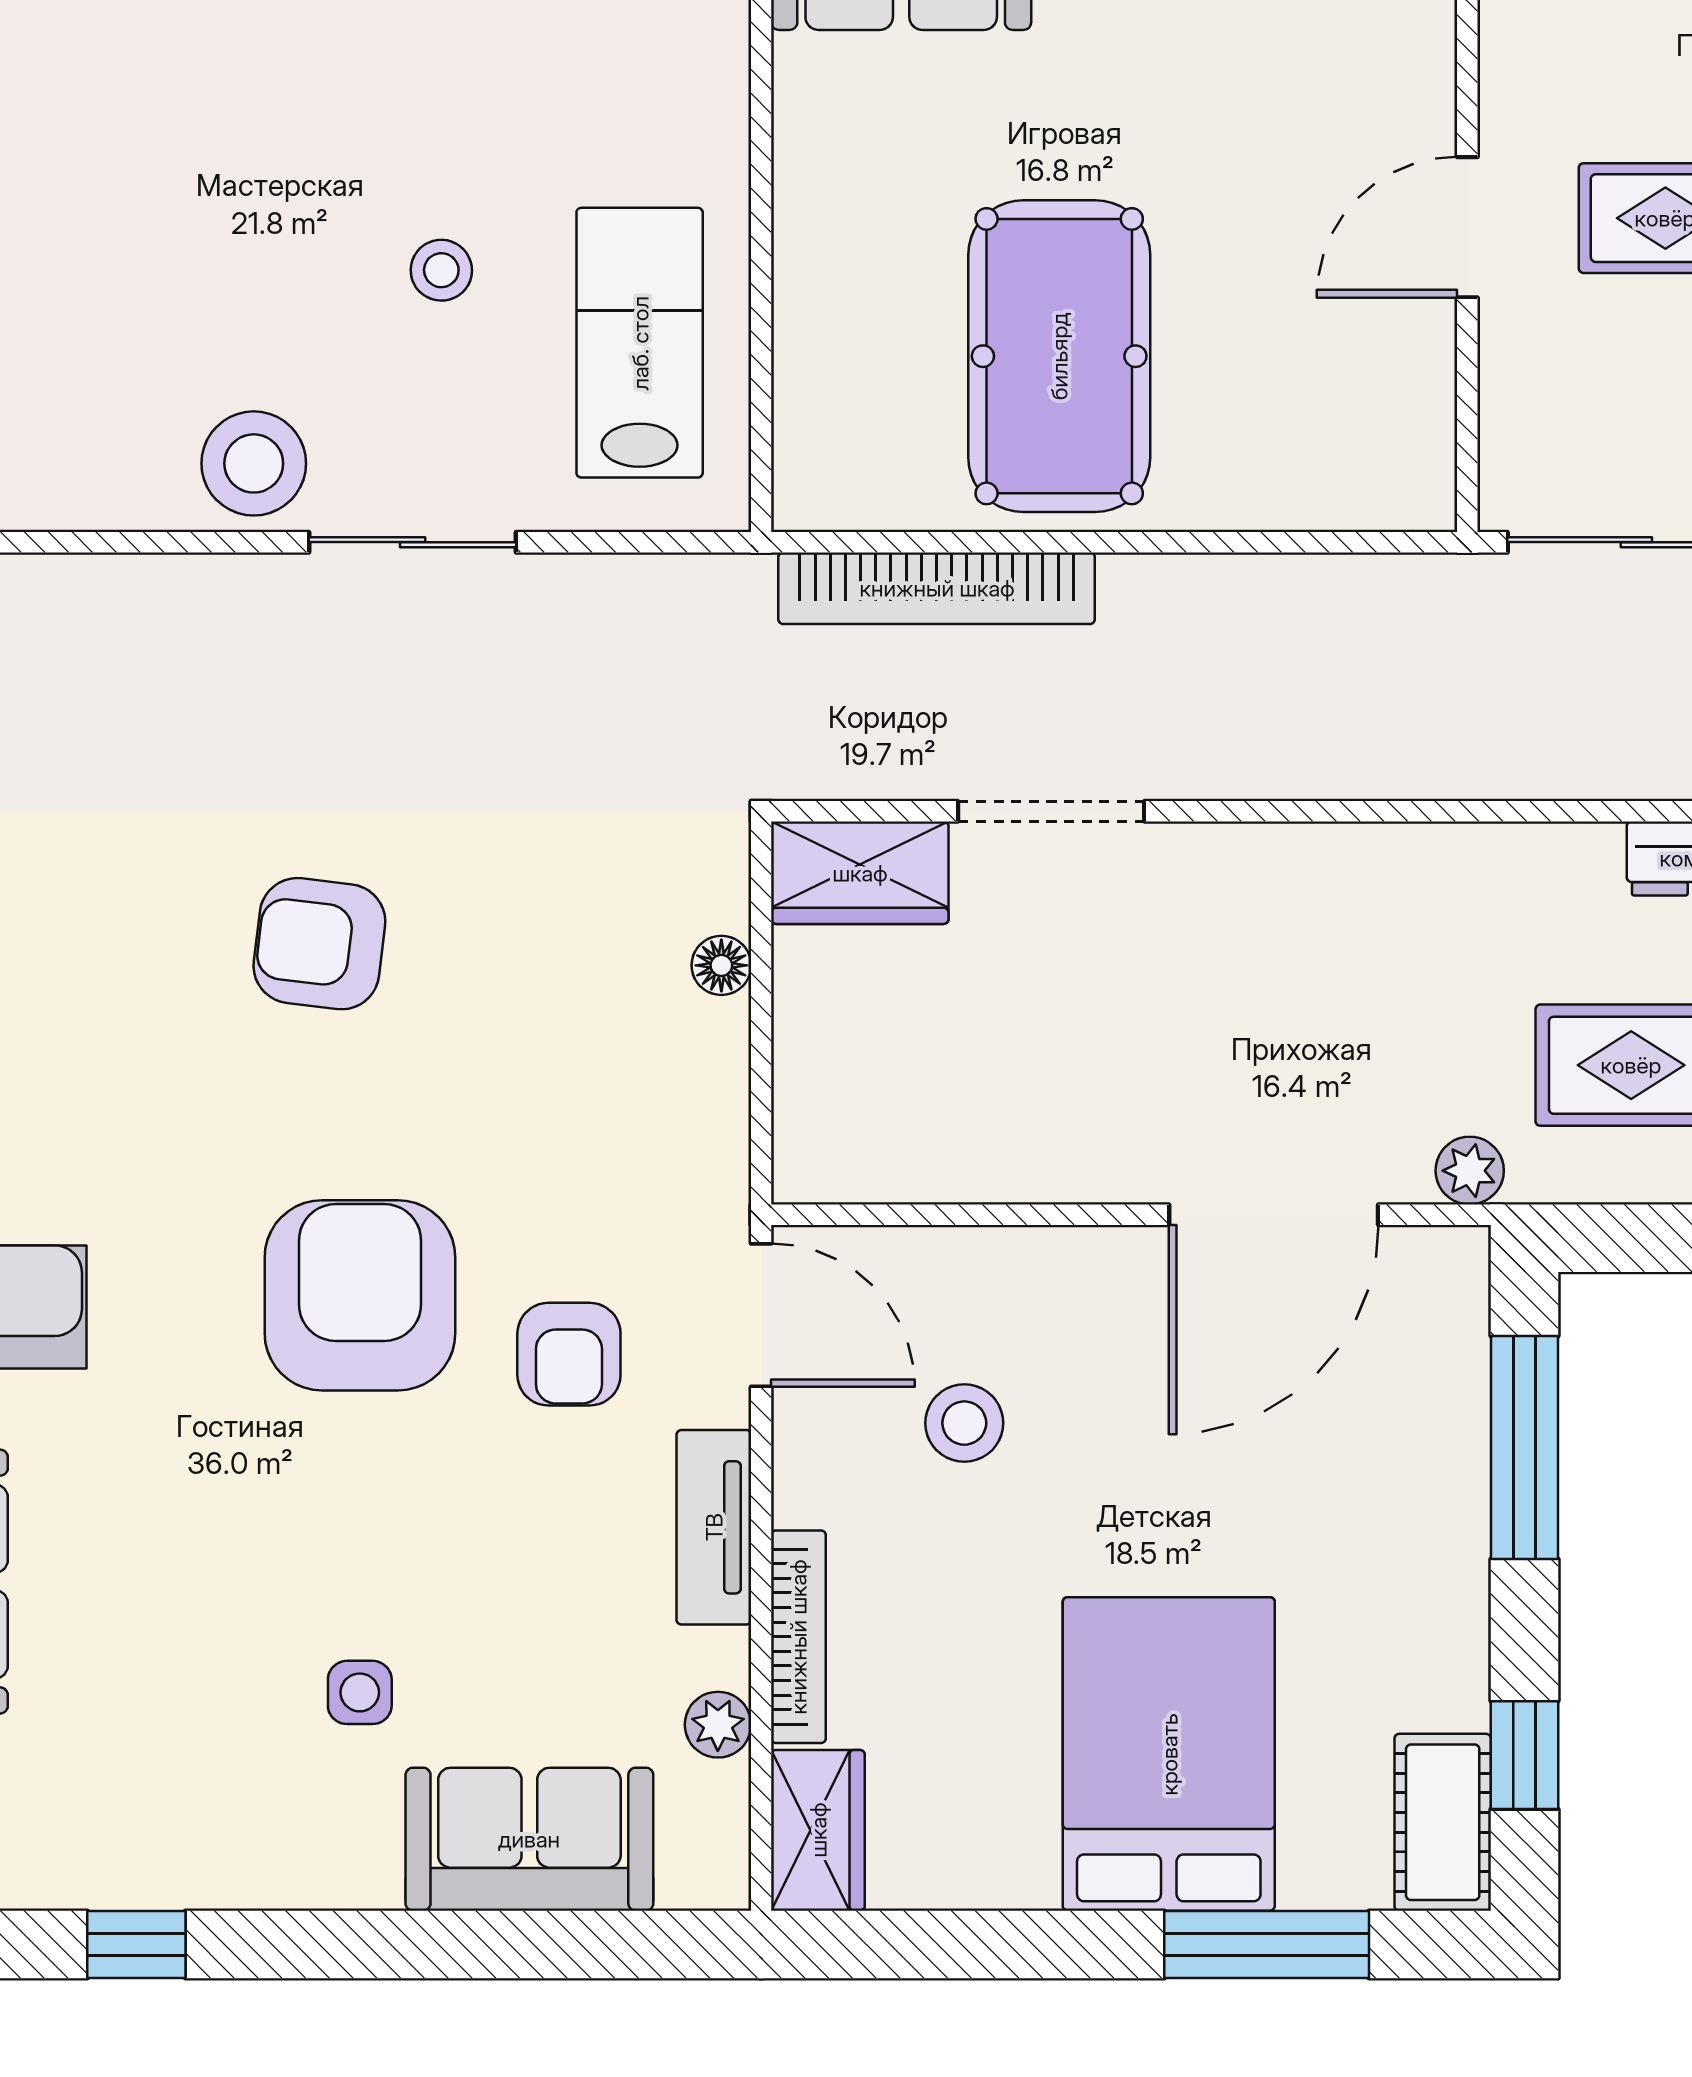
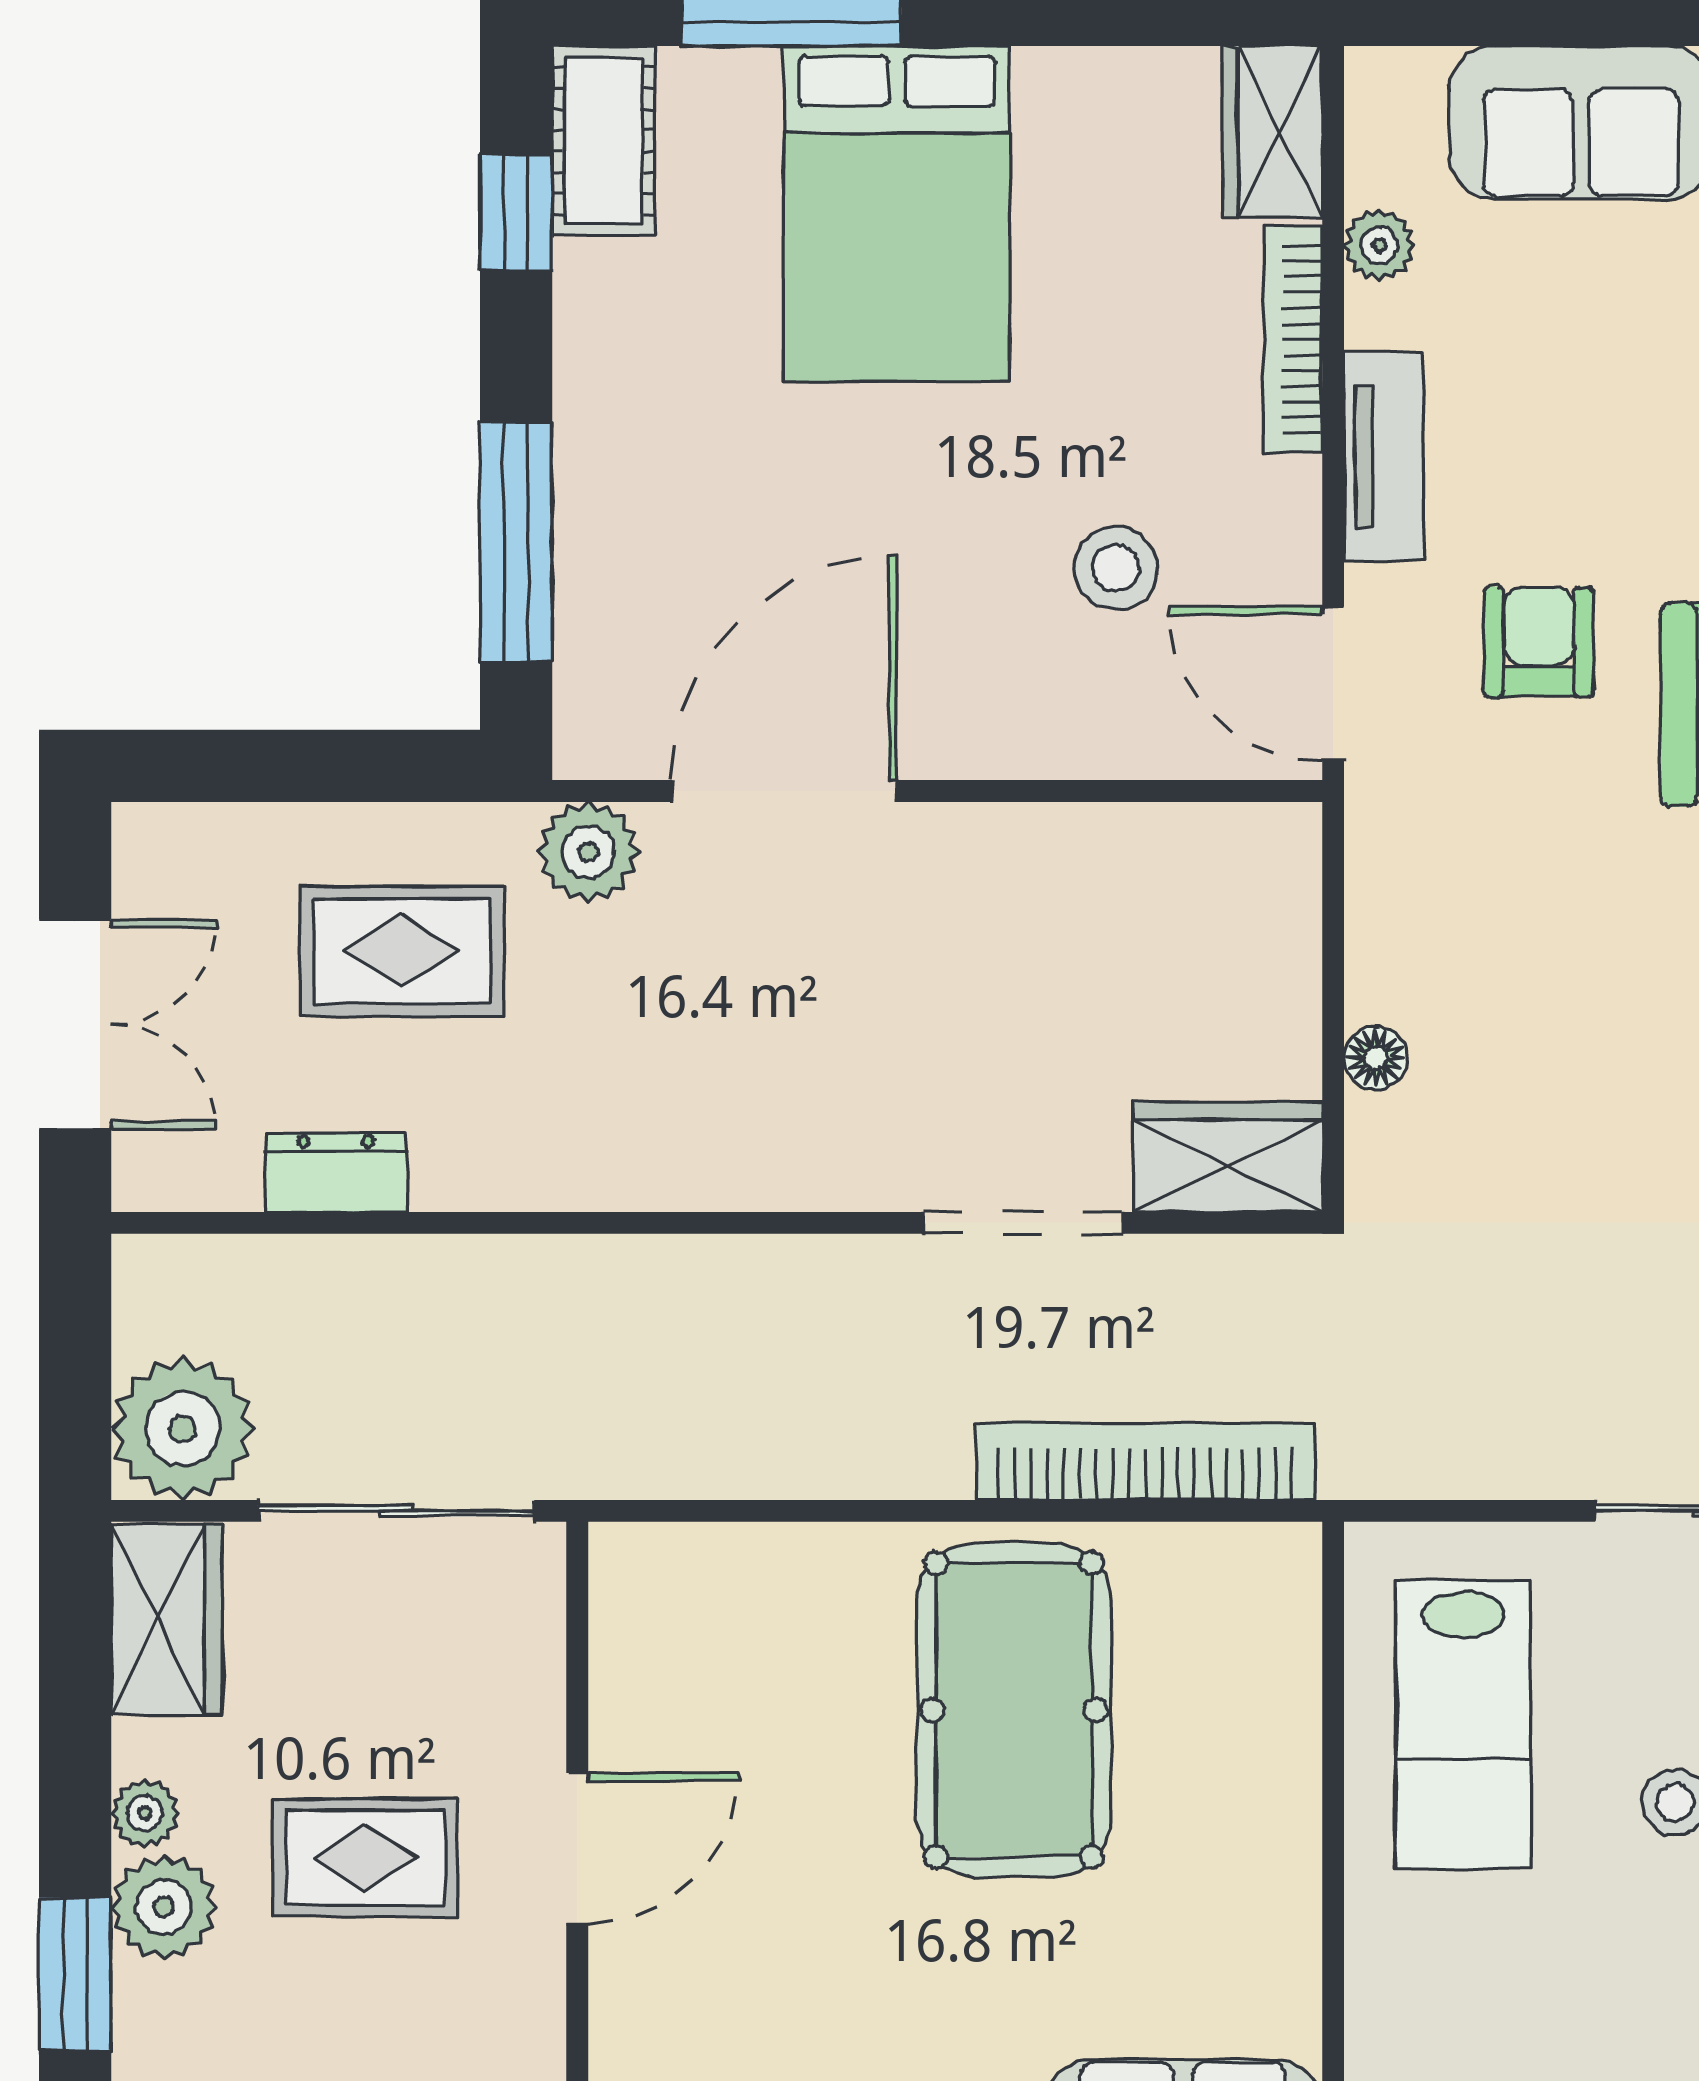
plant: (1470, 1171) -> (588, 852), width x1.38, depth x1.38

